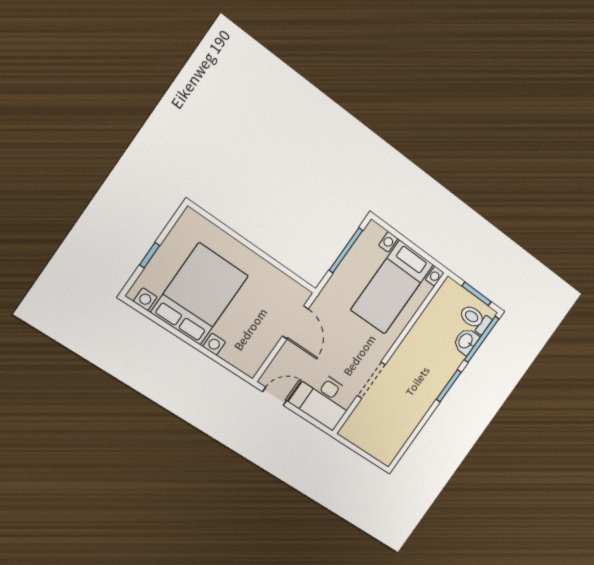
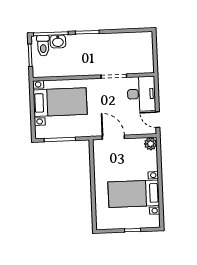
bed with nightstands: (200, 294) -> (134, 194), width x0.73
door: (295, 322) -> (113, 137), hinge flipped
plant: (250, 365) -> (151, 144), added

